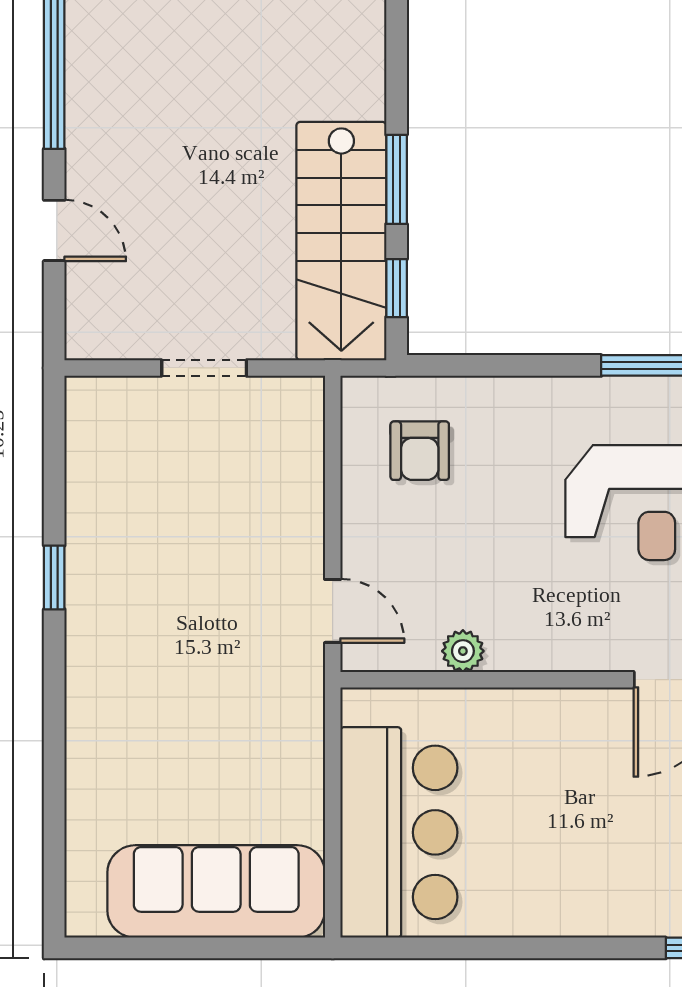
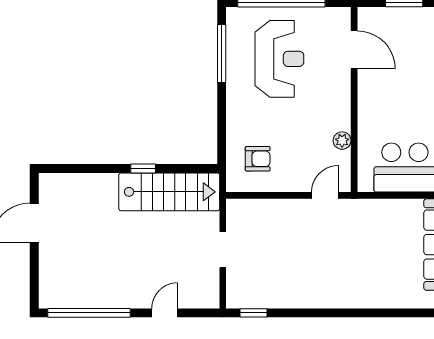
window: (397, 179) -> (143, 169), width x0.67
window: (397, 288) -> (189, 169), removed
window: (54, 577) -> (253, 313), moved

